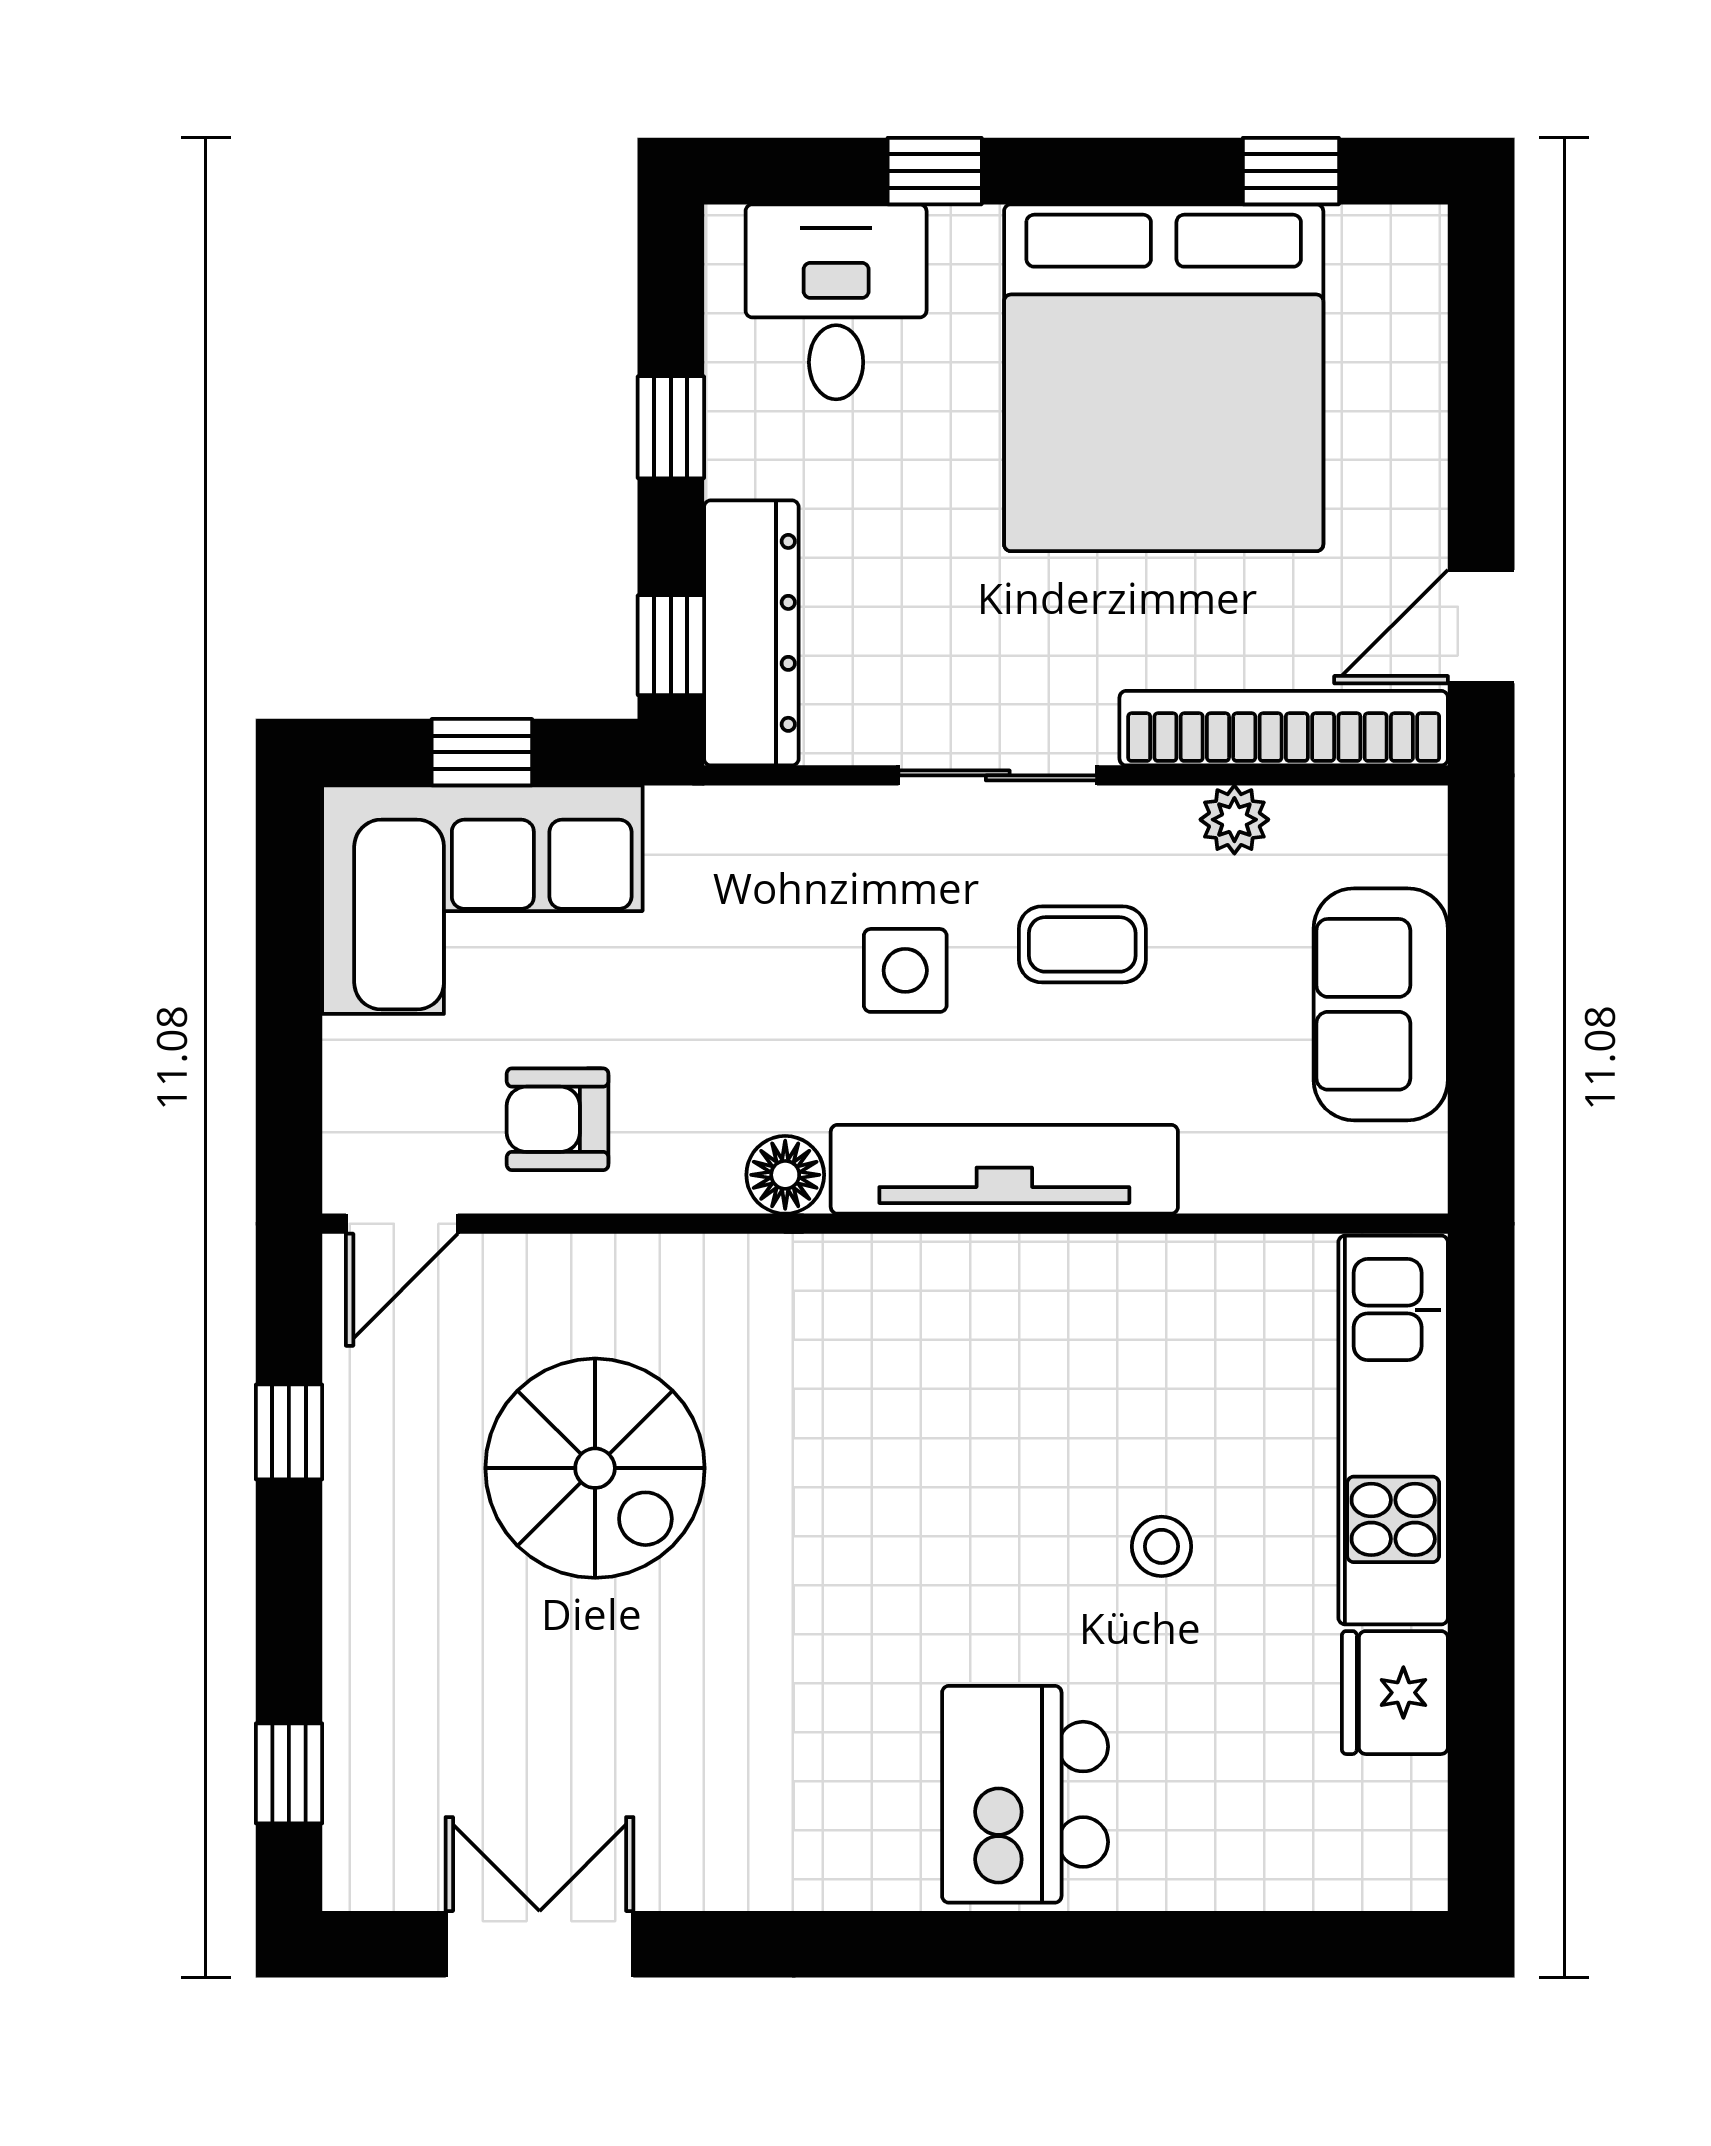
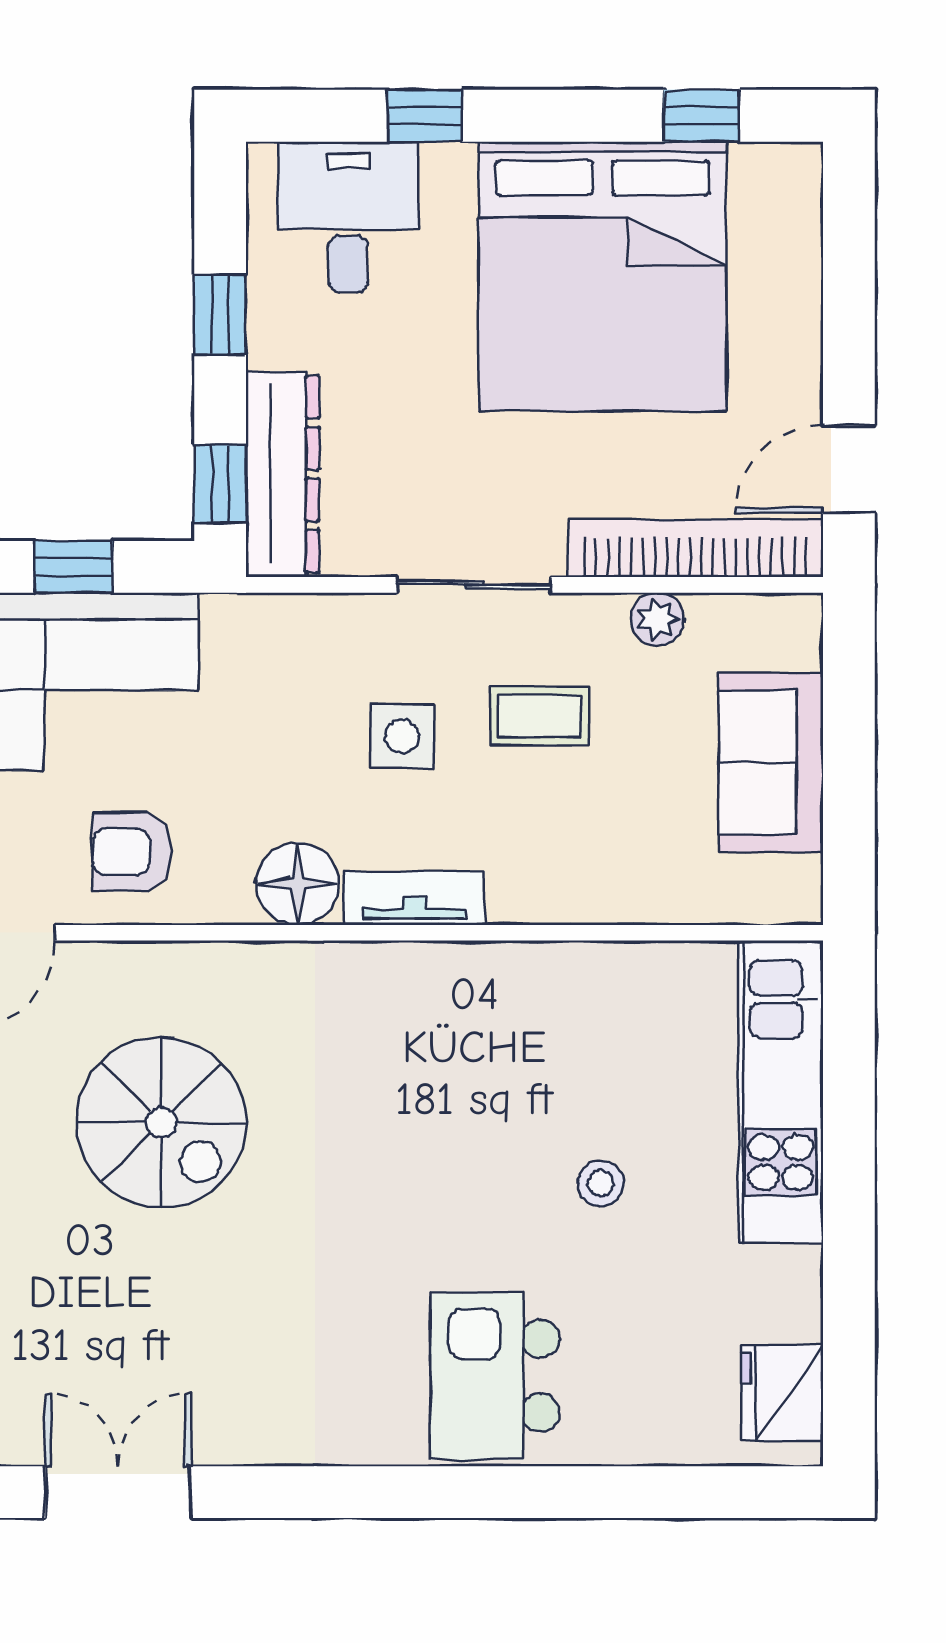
tv unit: (1004, 1169) -> (414, 898), width x0.52, depth x0.78
floor lamp: (785, 1175) -> (297, 884), width x1.38, depth x1.38
fridge: (1395, 1693) -> (782, 1393), moved

